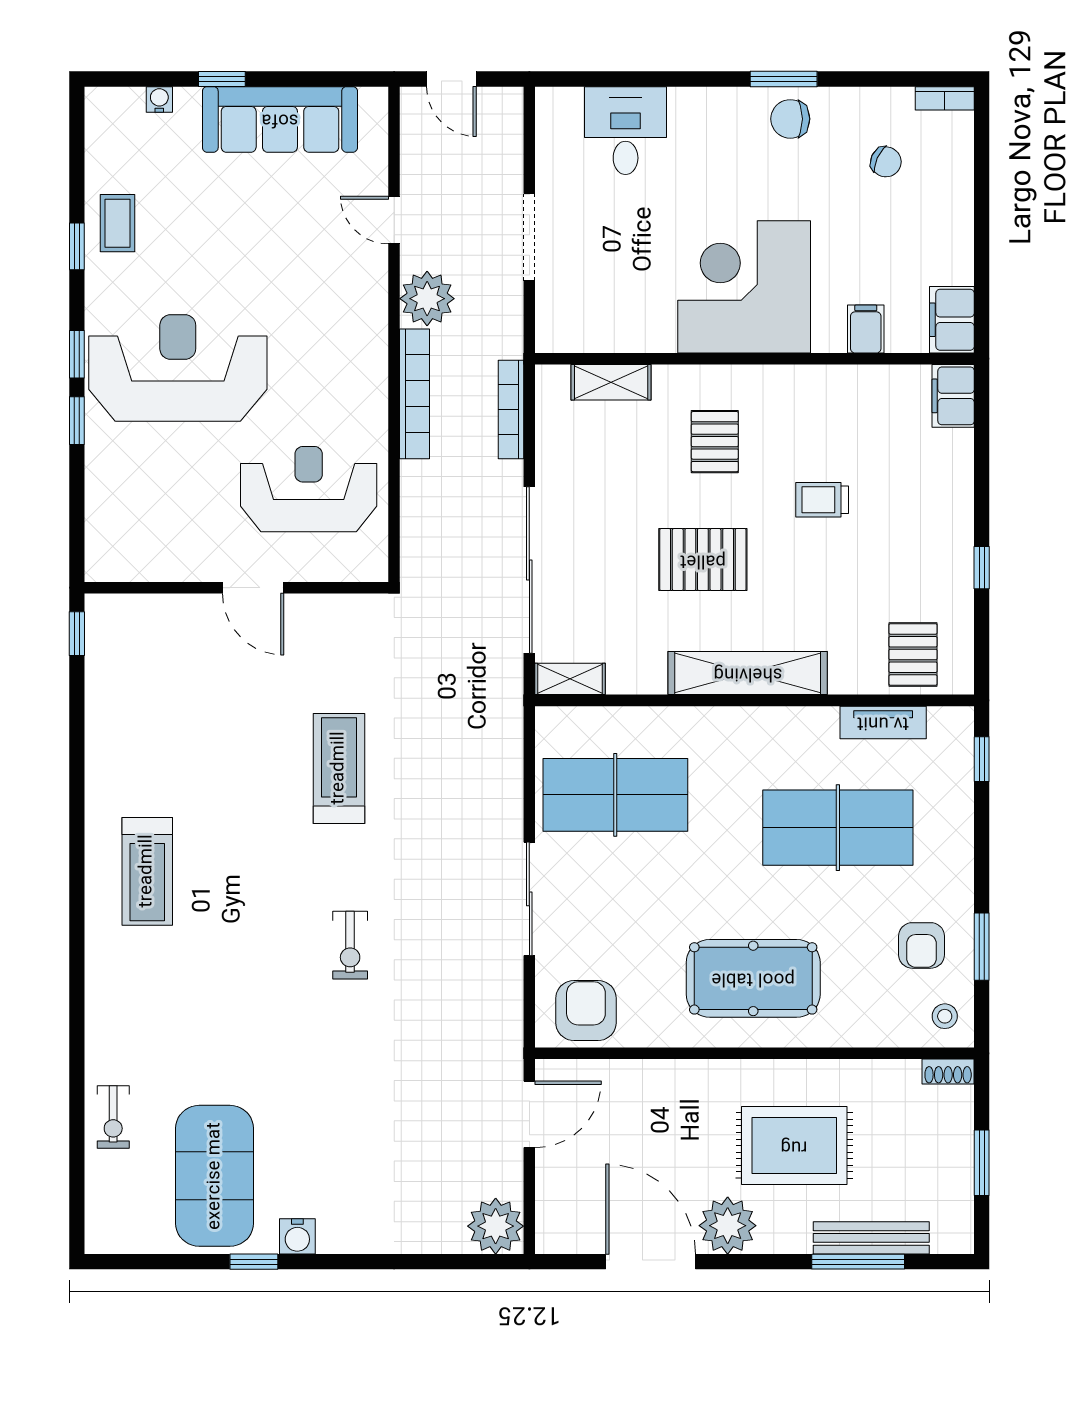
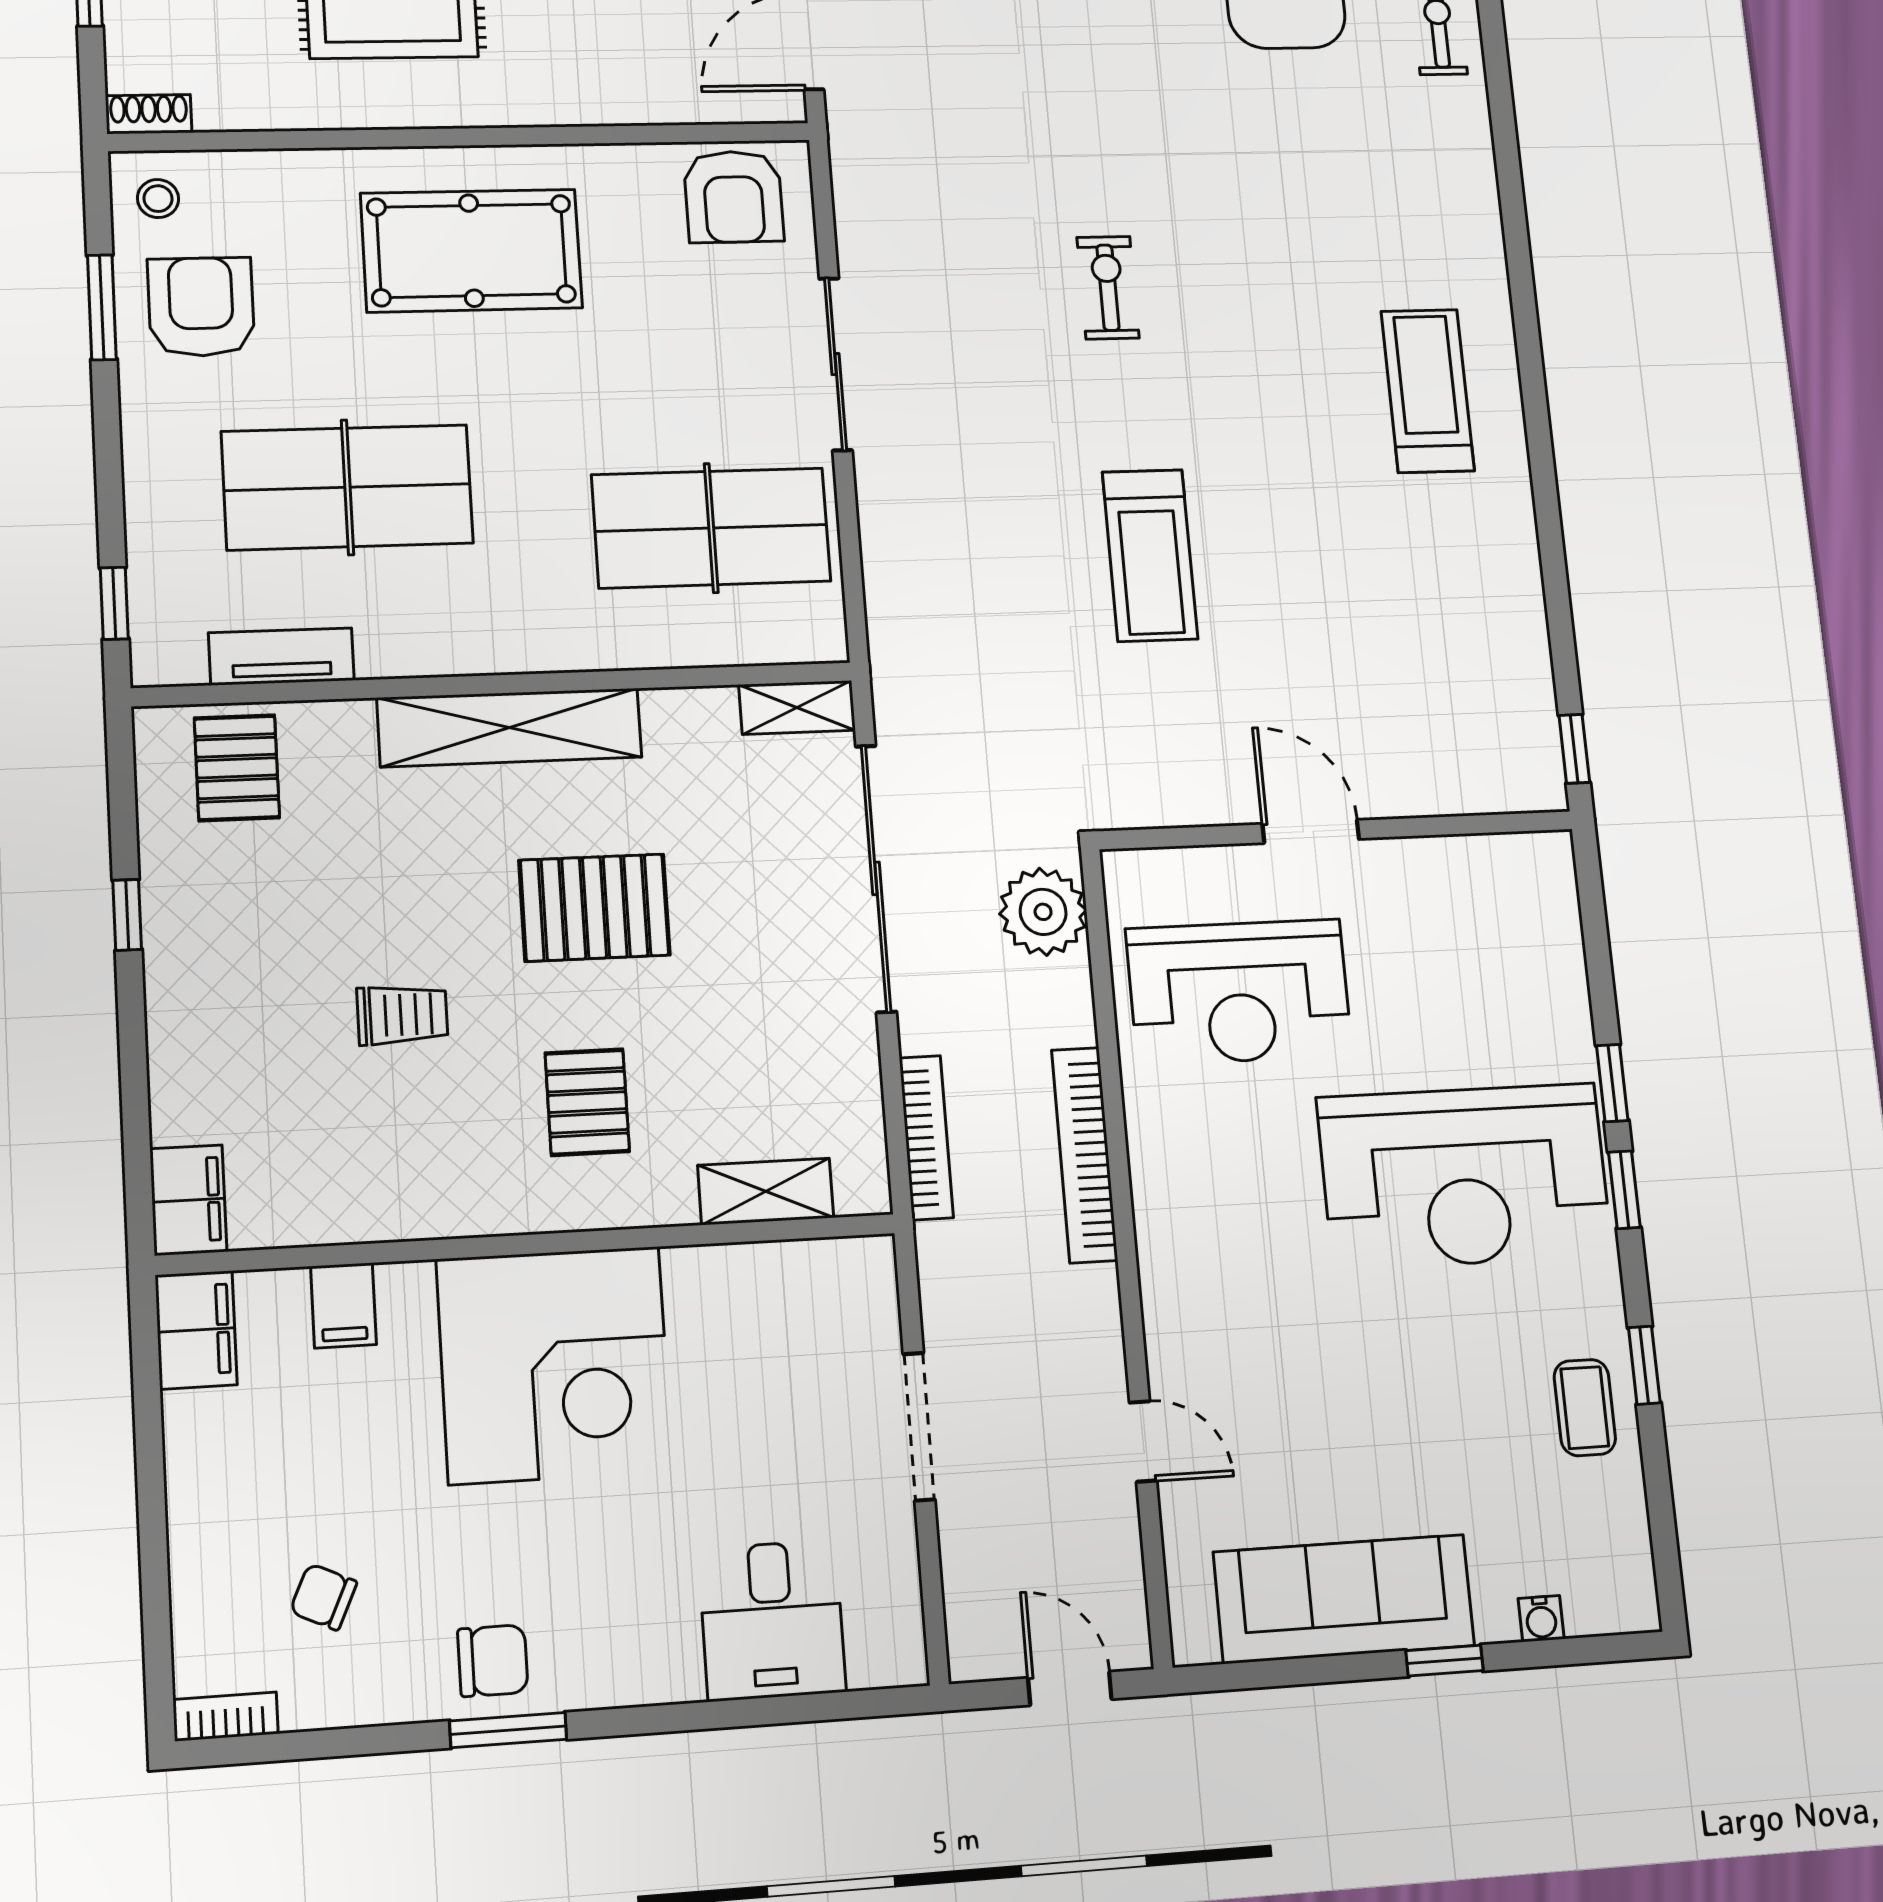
plant: (427, 299) -> (1043, 912), moved
armchair: (922, 945) -> (201, 307), width x1.38, depth x1.38

